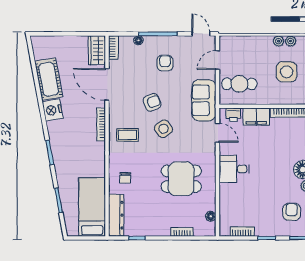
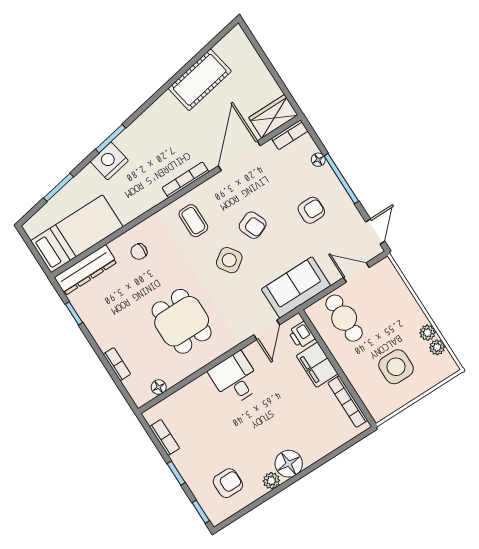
nightstand: (53, 110) -> (109, 161), moved

